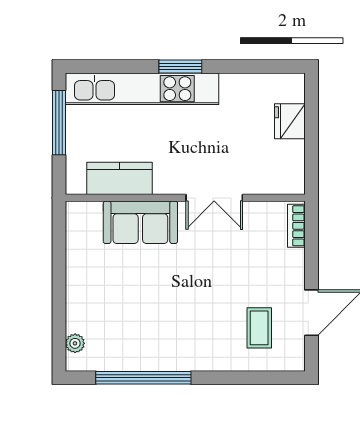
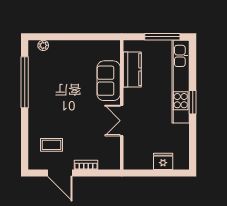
bookcase: (296, 226) -> (86, 165), moved

